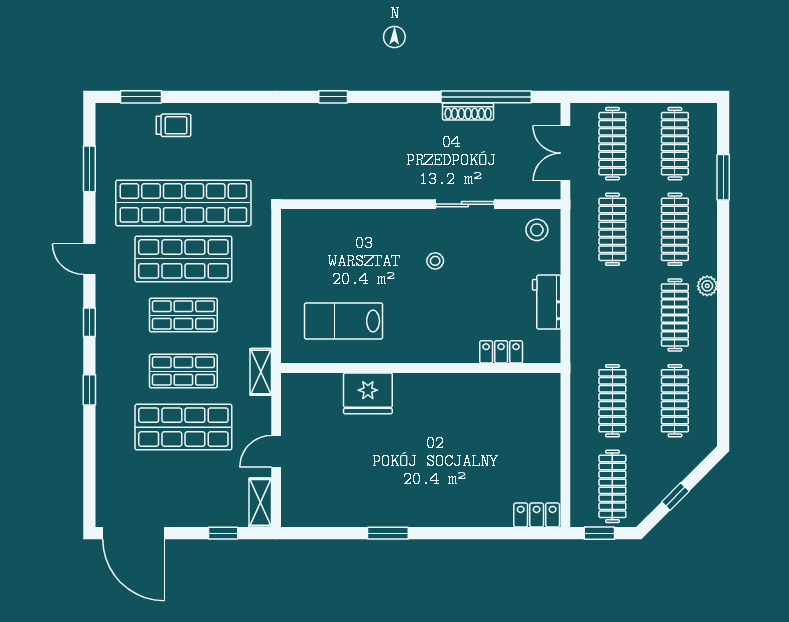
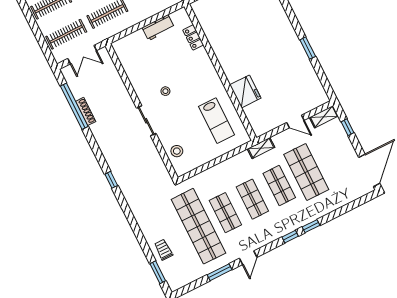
window: (89, 169) -> (220, 272), moved
sliding door: (465, 204) -> (146, 121), moved
stool: (537, 230) -> (177, 151), moved
shop shelf: (183, 259) -> (225, 213), width x0.70, depth x0.74
window: (89, 322) -> (290, 237), moved

